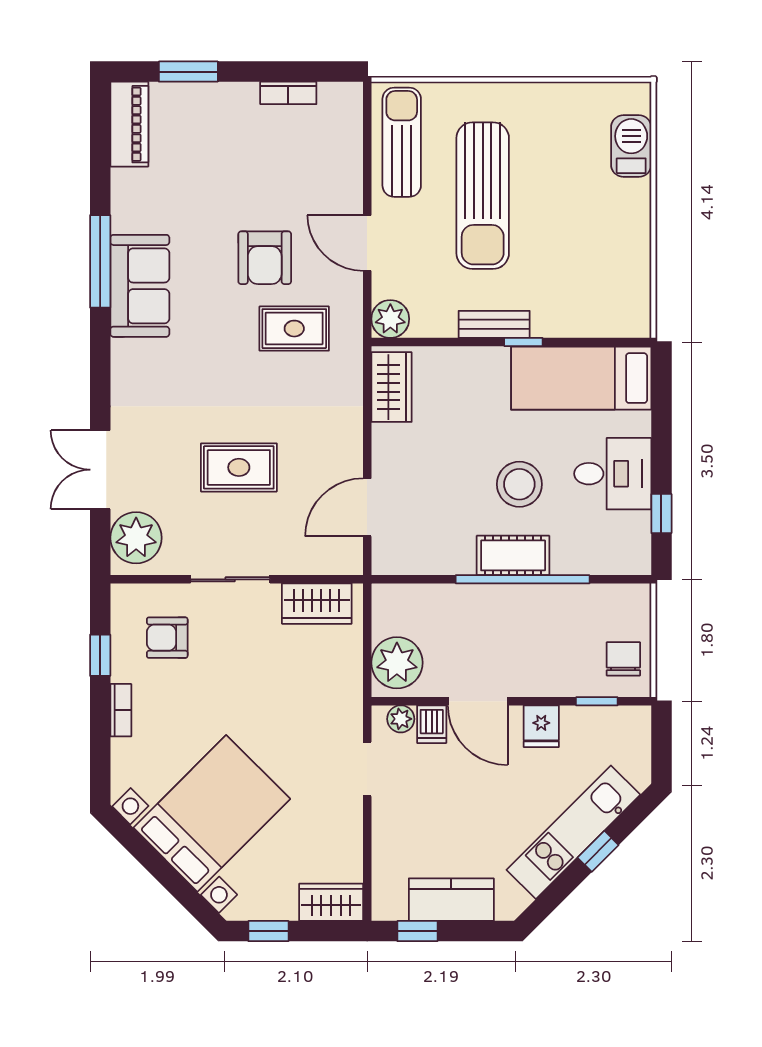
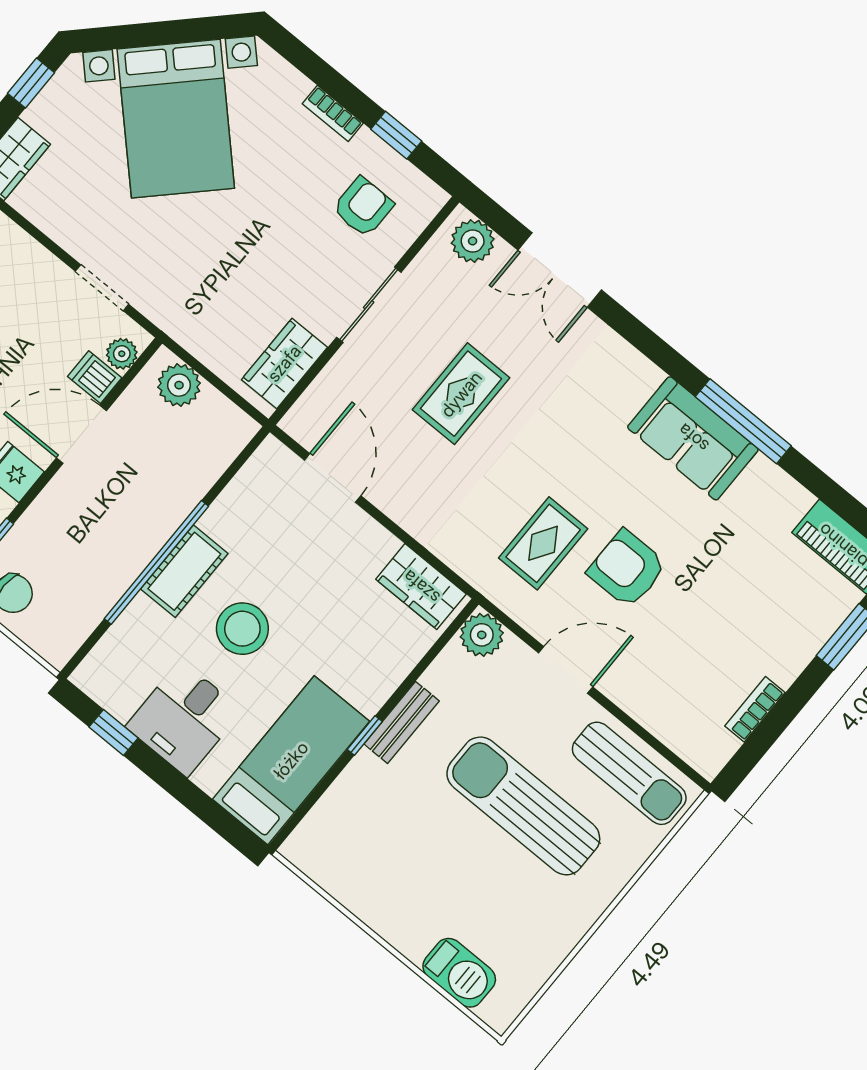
double door: (100, 470) -> (560, 270), swing flipped
plant: (136, 538) -> (473, 241), width x0.73, depth x0.73
plant: (397, 663) -> (179, 385), width x0.73, depth x0.73

